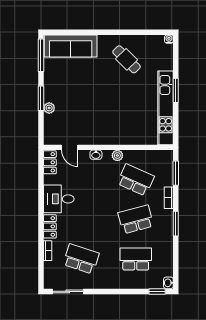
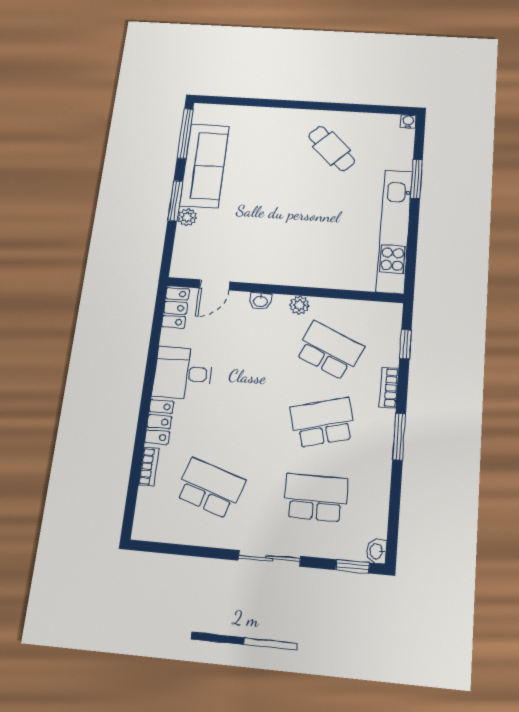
sofa: (71, 46) -> (204, 166), moved, turned -90
window: (176, 90) -> (417, 179), moved
door: (70, 147) -> (215, 285), hinge flipped
window: (176, 173) -> (405, 344), width x0.67
sliding door: (68, 291) -> (269, 558), moved

